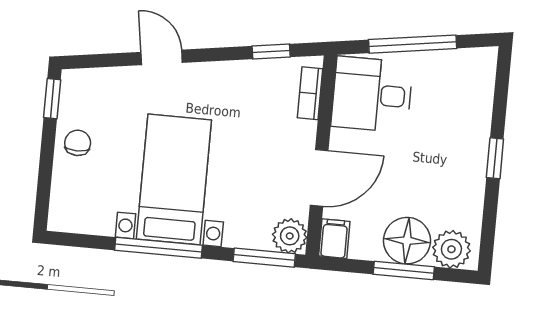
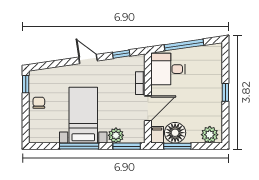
door: (162, 57) -> (88, 59), moved
bookcase: (310, 93) -> (140, 83), moved
plant: (290, 236) -> (116, 135), moved
floor lamp: (407, 241) -> (175, 133), moved
window: (404, 271) -> (177, 146), moved

